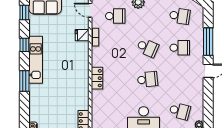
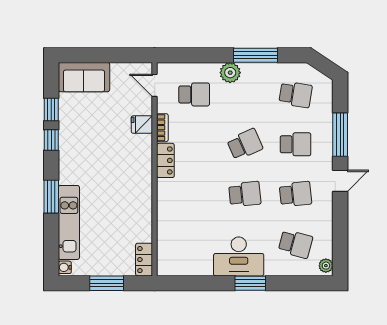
window: (24, 13) -> (51, 110), moved
school desk: (148, 48) -> (245, 144), turned -48
kitchen unit: (36, 60) -> (69, 222), moved
locker: (97, 78) -> (165, 160), moved
school desk: (180, 79) -> (296, 194), added

